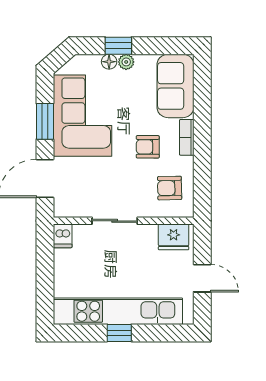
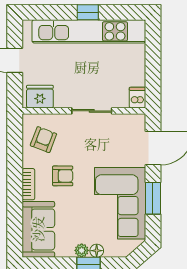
armchair: (170, 188) -> (43, 140), turned -68

